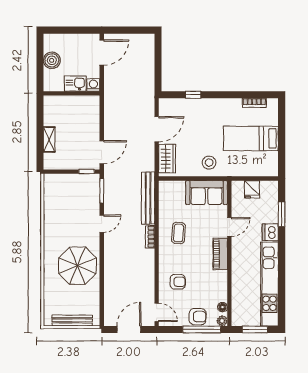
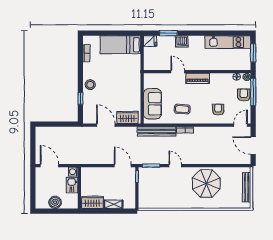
wardrobe: (52, 111) -> (92, 202), added
bed: (251, 138) -> (120, 45), moved, turned 90
stool: (209, 163) -> (90, 85), moved
fridge: (252, 189) -> (150, 41), moved
sofa: (207, 193) -> (152, 104), moved
kitchen unit: (269, 284) -> (228, 42), width x0.73

